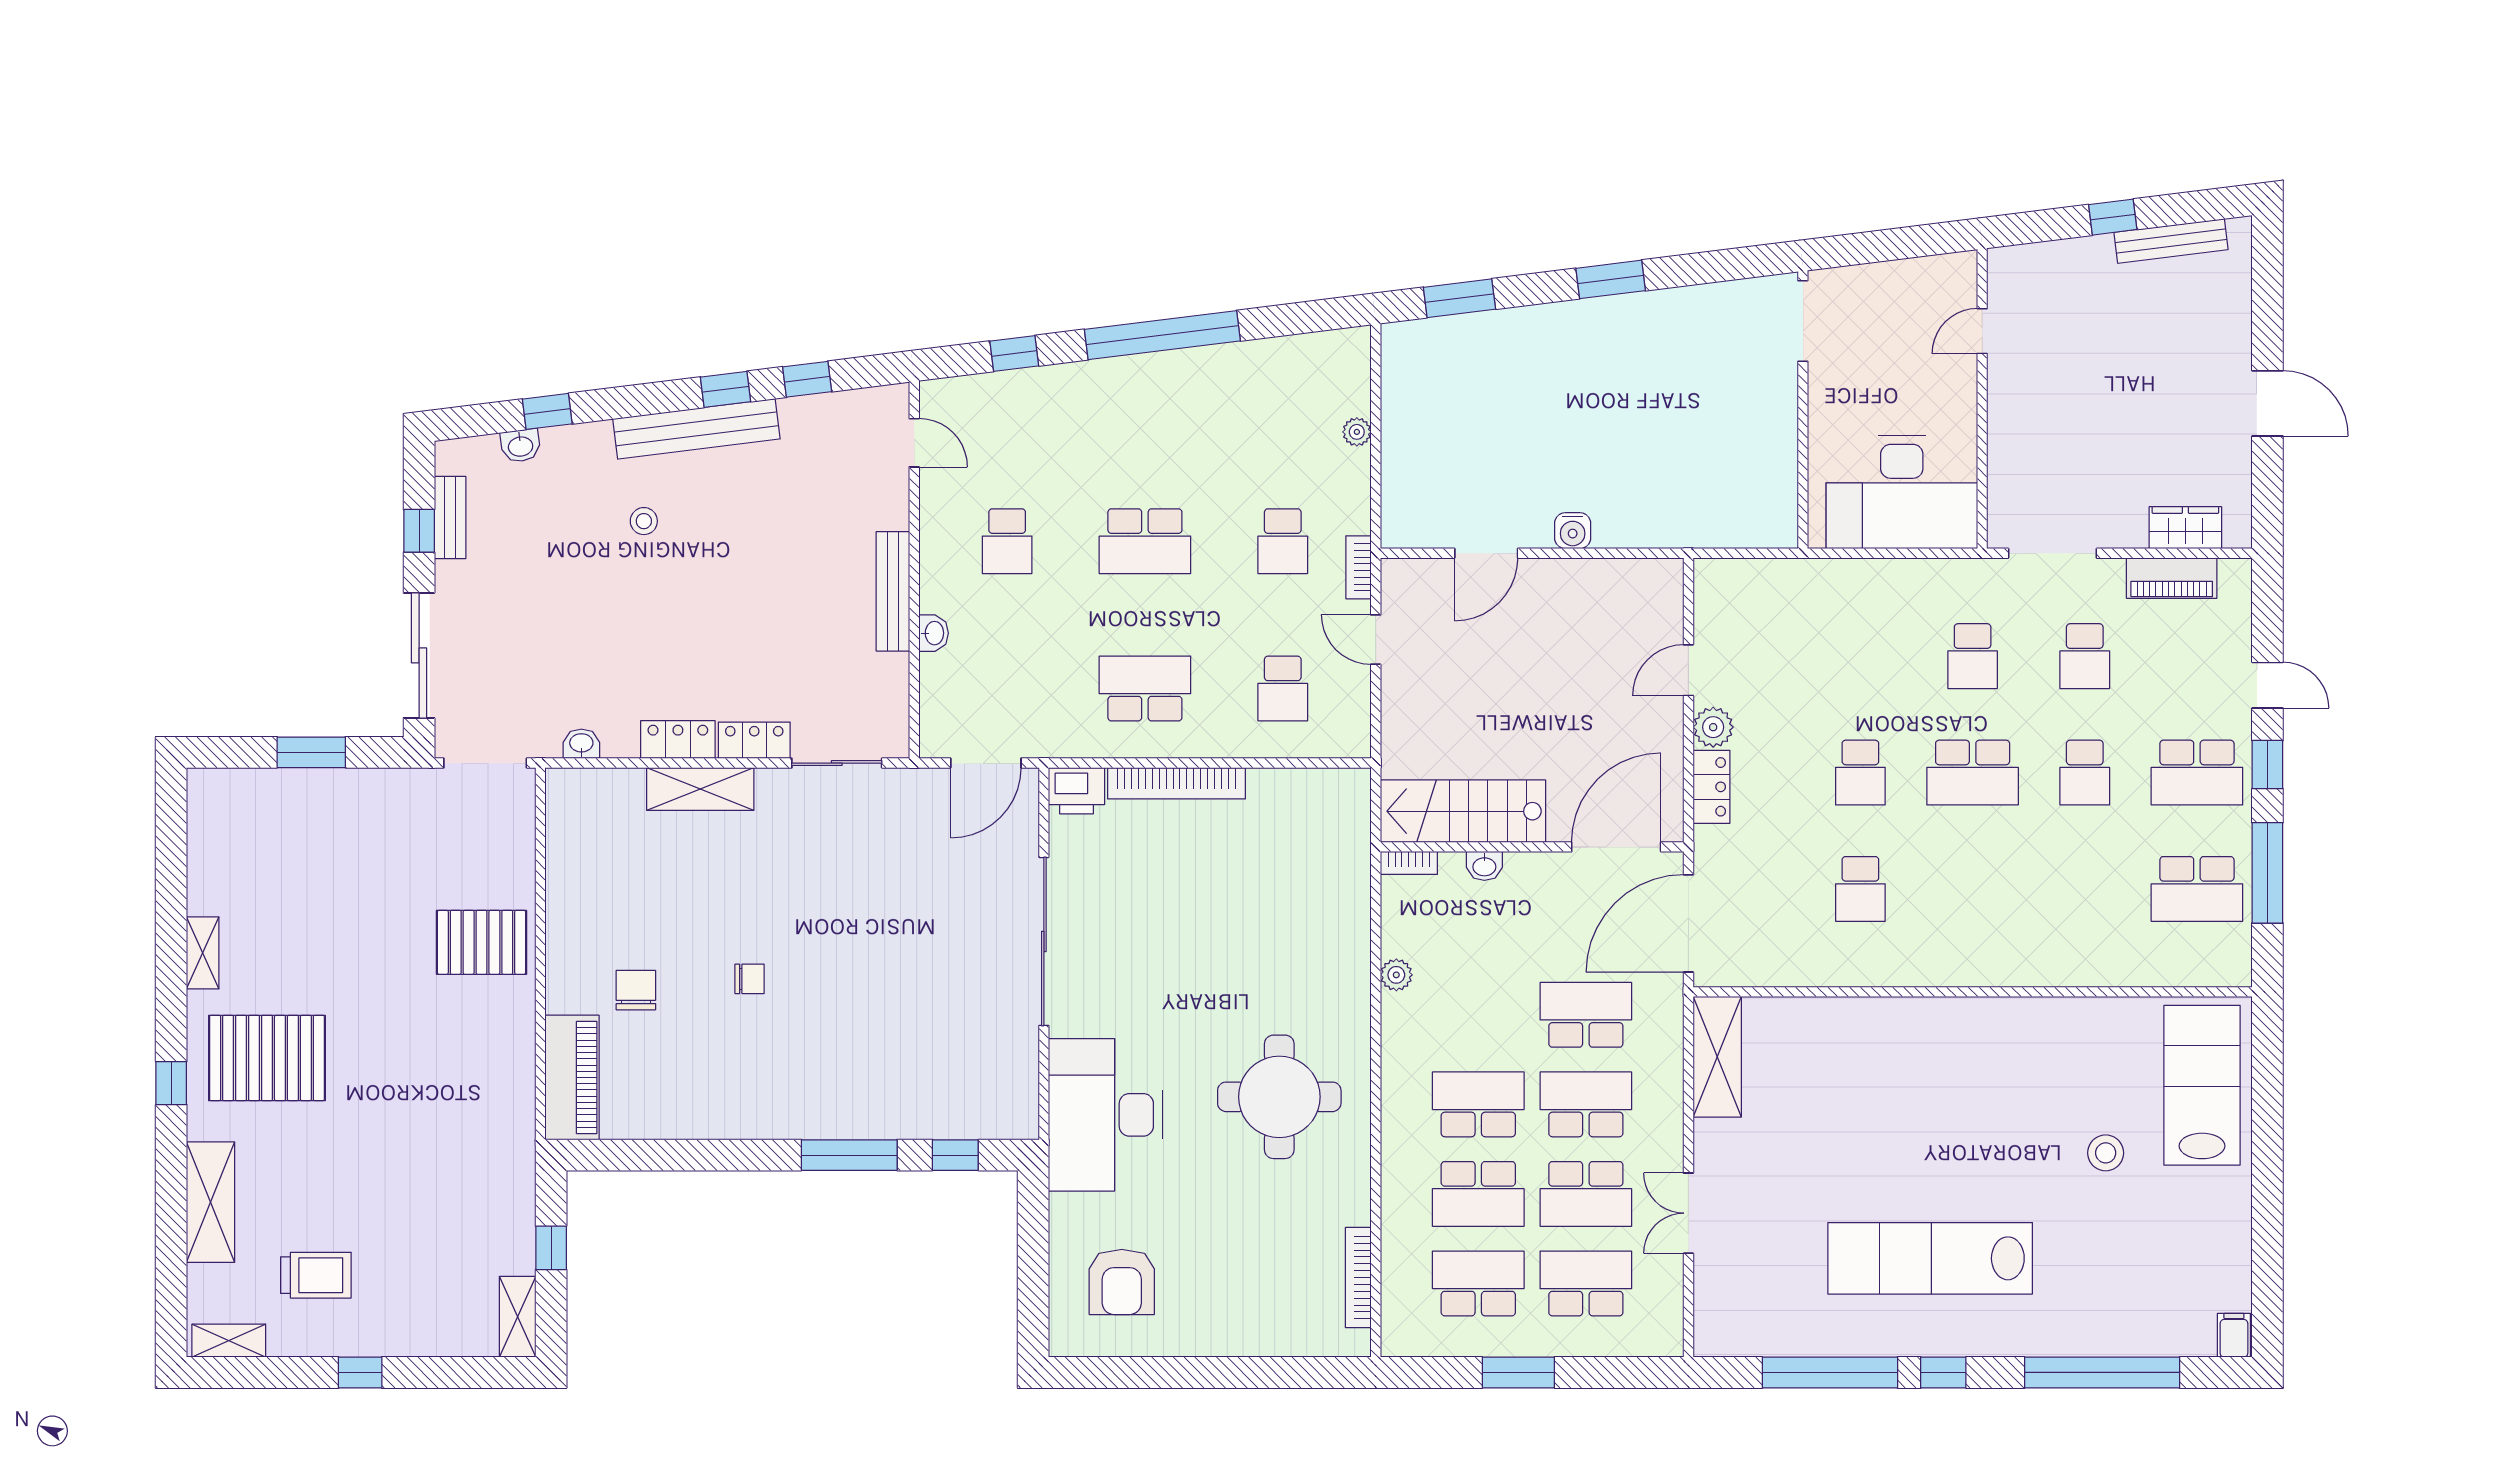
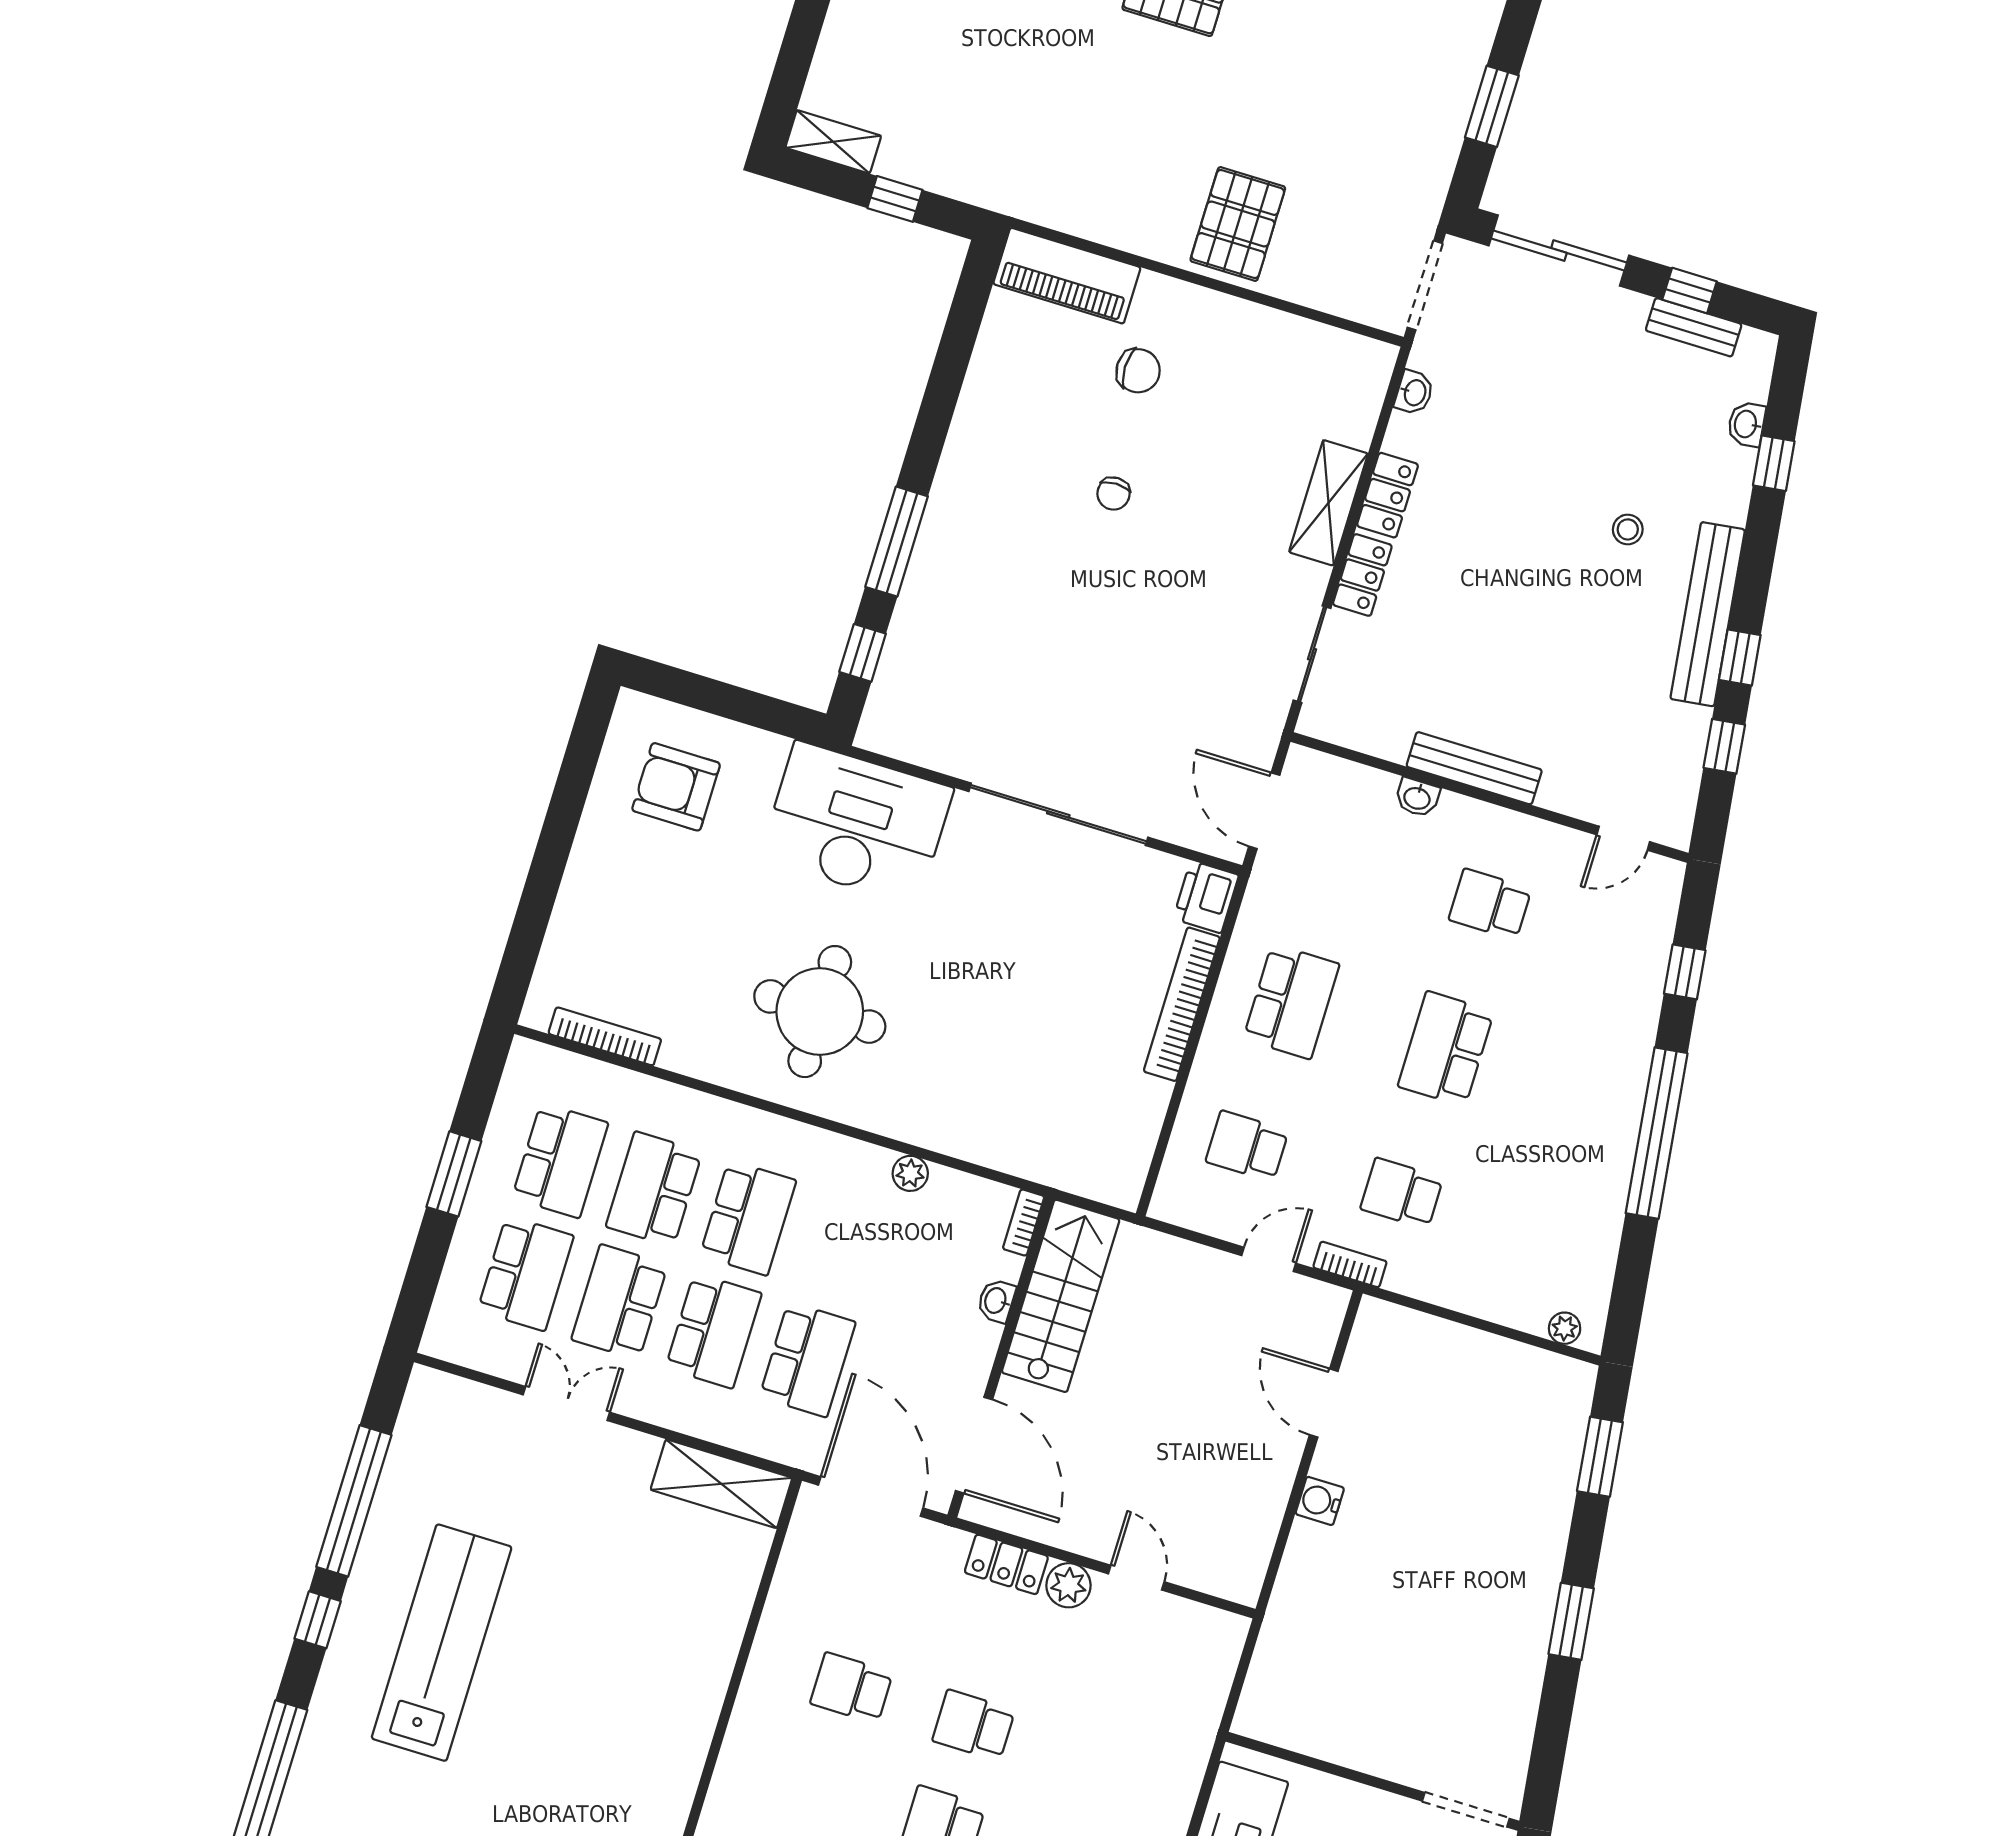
plant: (1357, 432) -> (1565, 1328), moved

